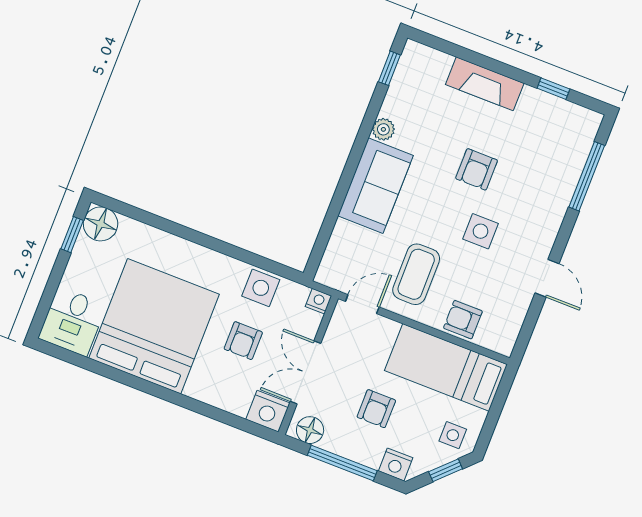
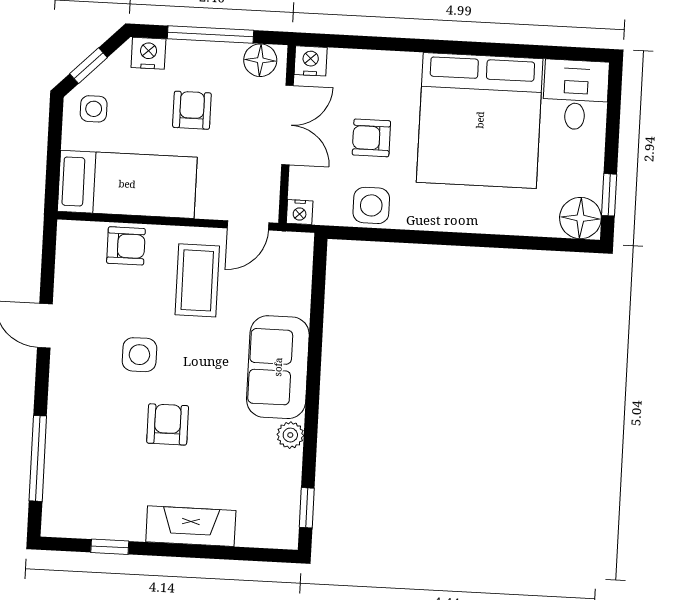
armchair: (243, 341) -> (371, 138), turned -90
nightstand: (268, 411) -> (311, 61), width x0.74, depth x0.75

